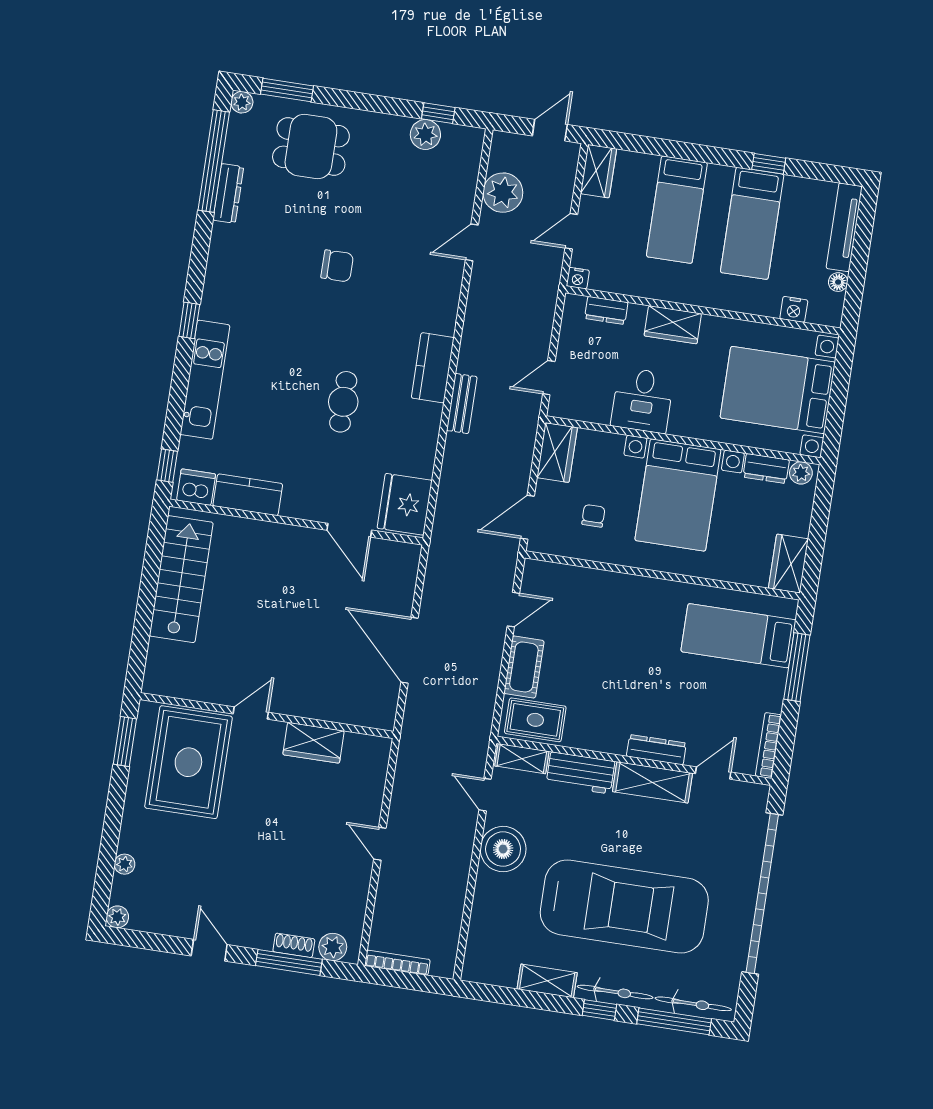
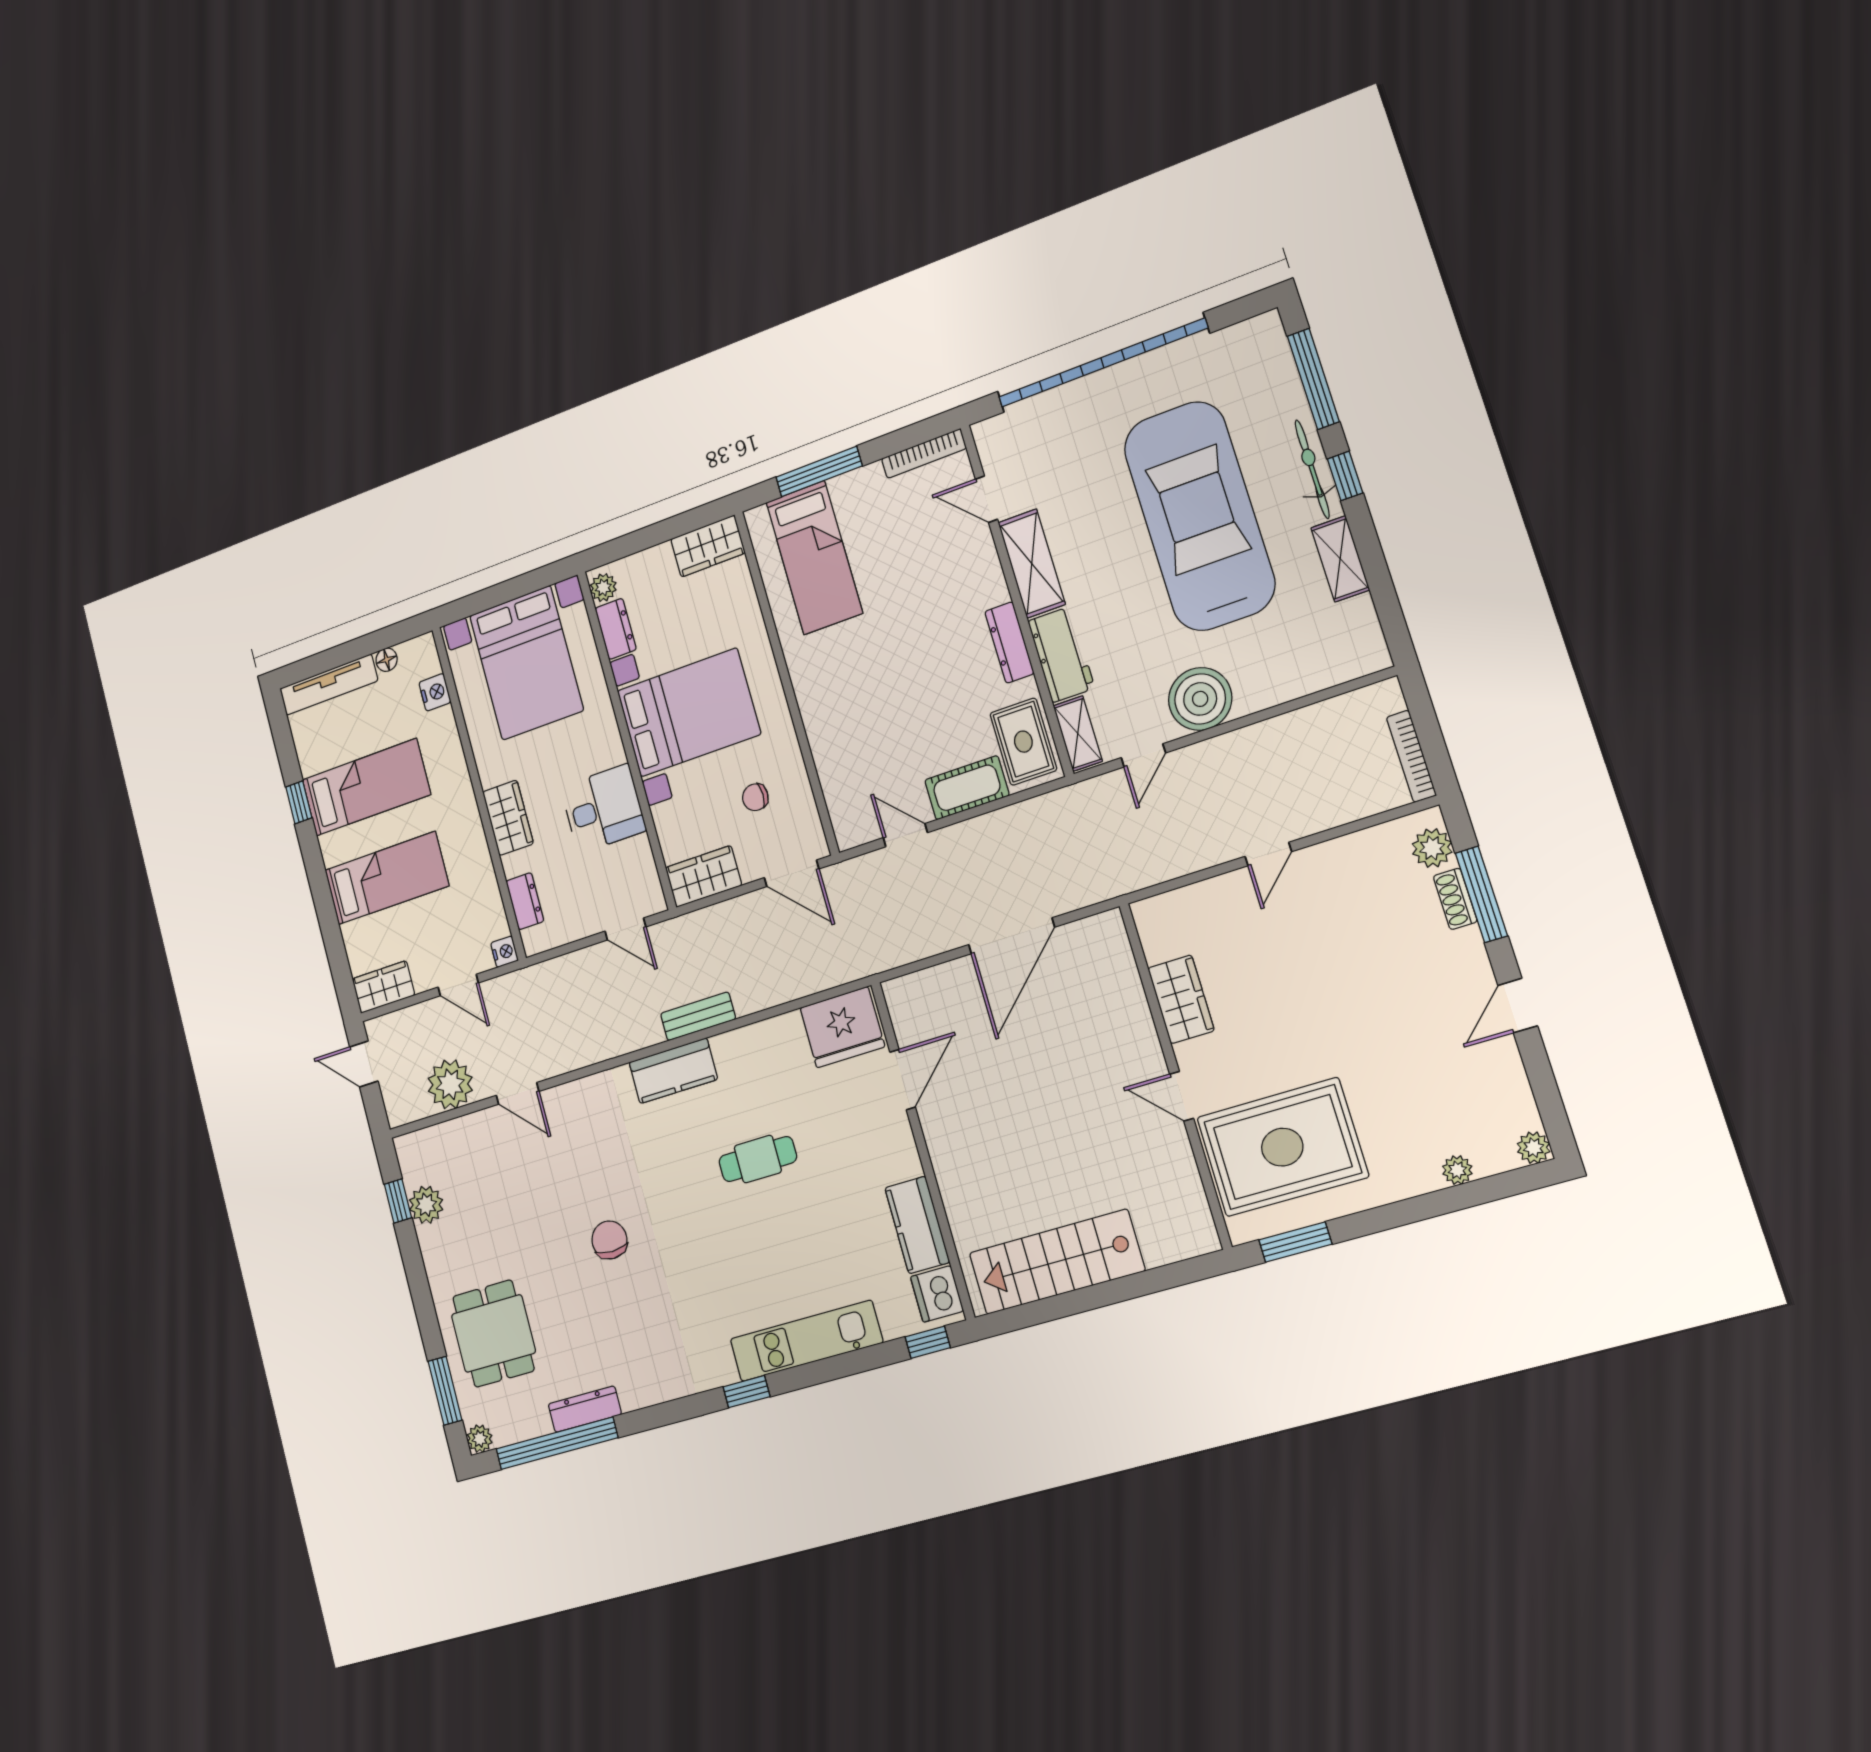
dresser: (656, 750) -> (1009, 642), moved
bicycle: (693, 1004) -> (1279, 368), removed

